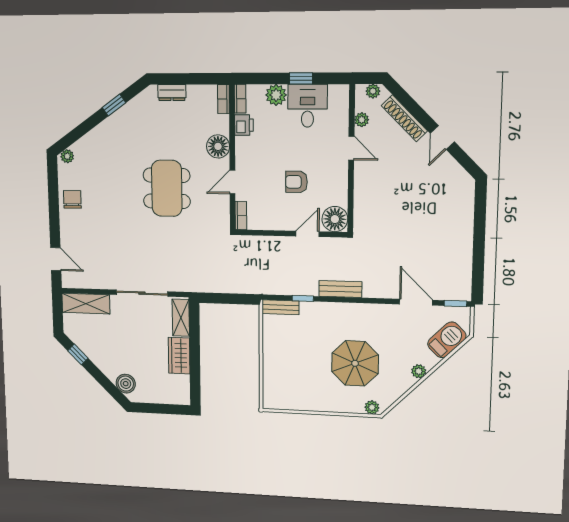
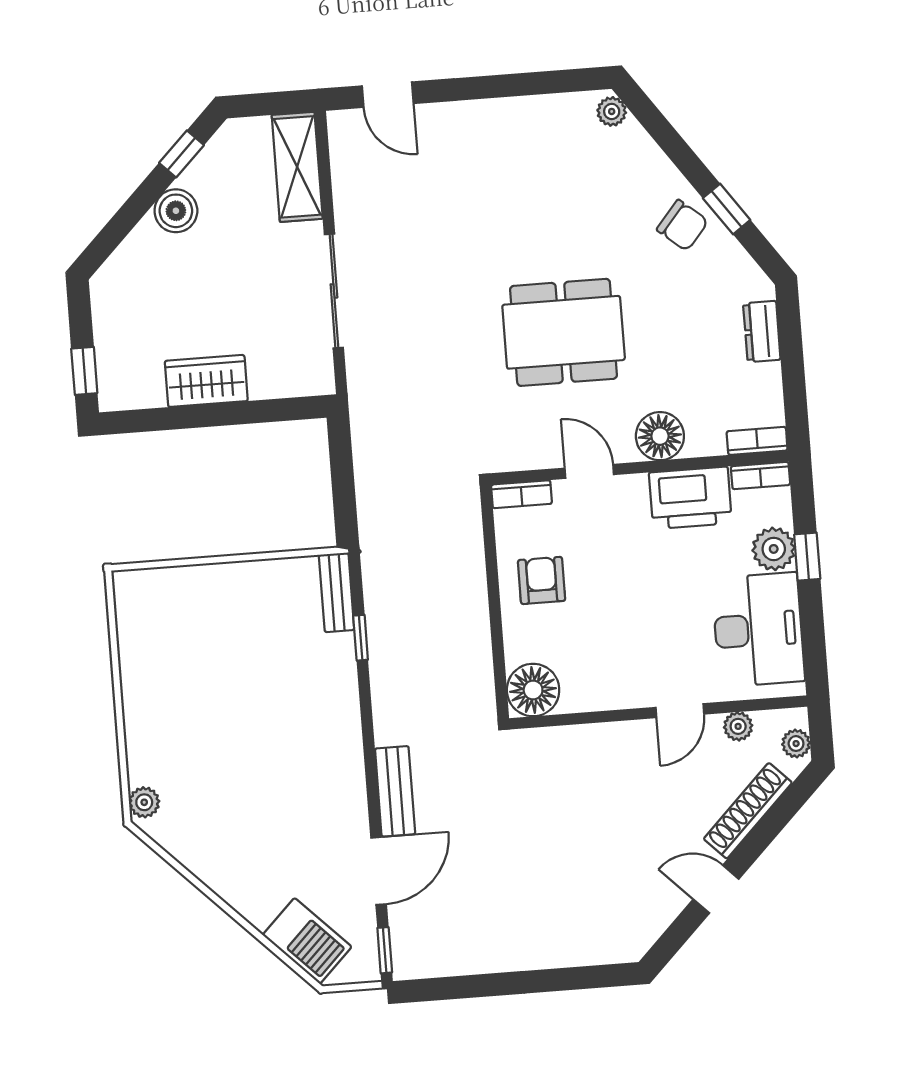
window: (301, 78) -> (807, 557), moved
desk: (308, 106) -> (758, 630), width x1.37
printer: (244, 125) -> (690, 498), width x1.87, depth x1.48
armchair: (296, 182) -> (542, 580), moved
chair: (72, 199) -> (682, 225), moved, turned 40
door: (307, 234) -> (497, 636), removed
door: (56, 259) -> (388, 95), hinge flipped
bench: (340, 289) -> (395, 791), moved
shelving: (181, 318) -> (290, 380), removed
parasol: (355, 363) -> (235, 758), removed
plant: (419, 371) -> (234, 891), removed
boiler: (126, 384) -> (176, 211), moved
window: (171, 409) -> (84, 371), added

